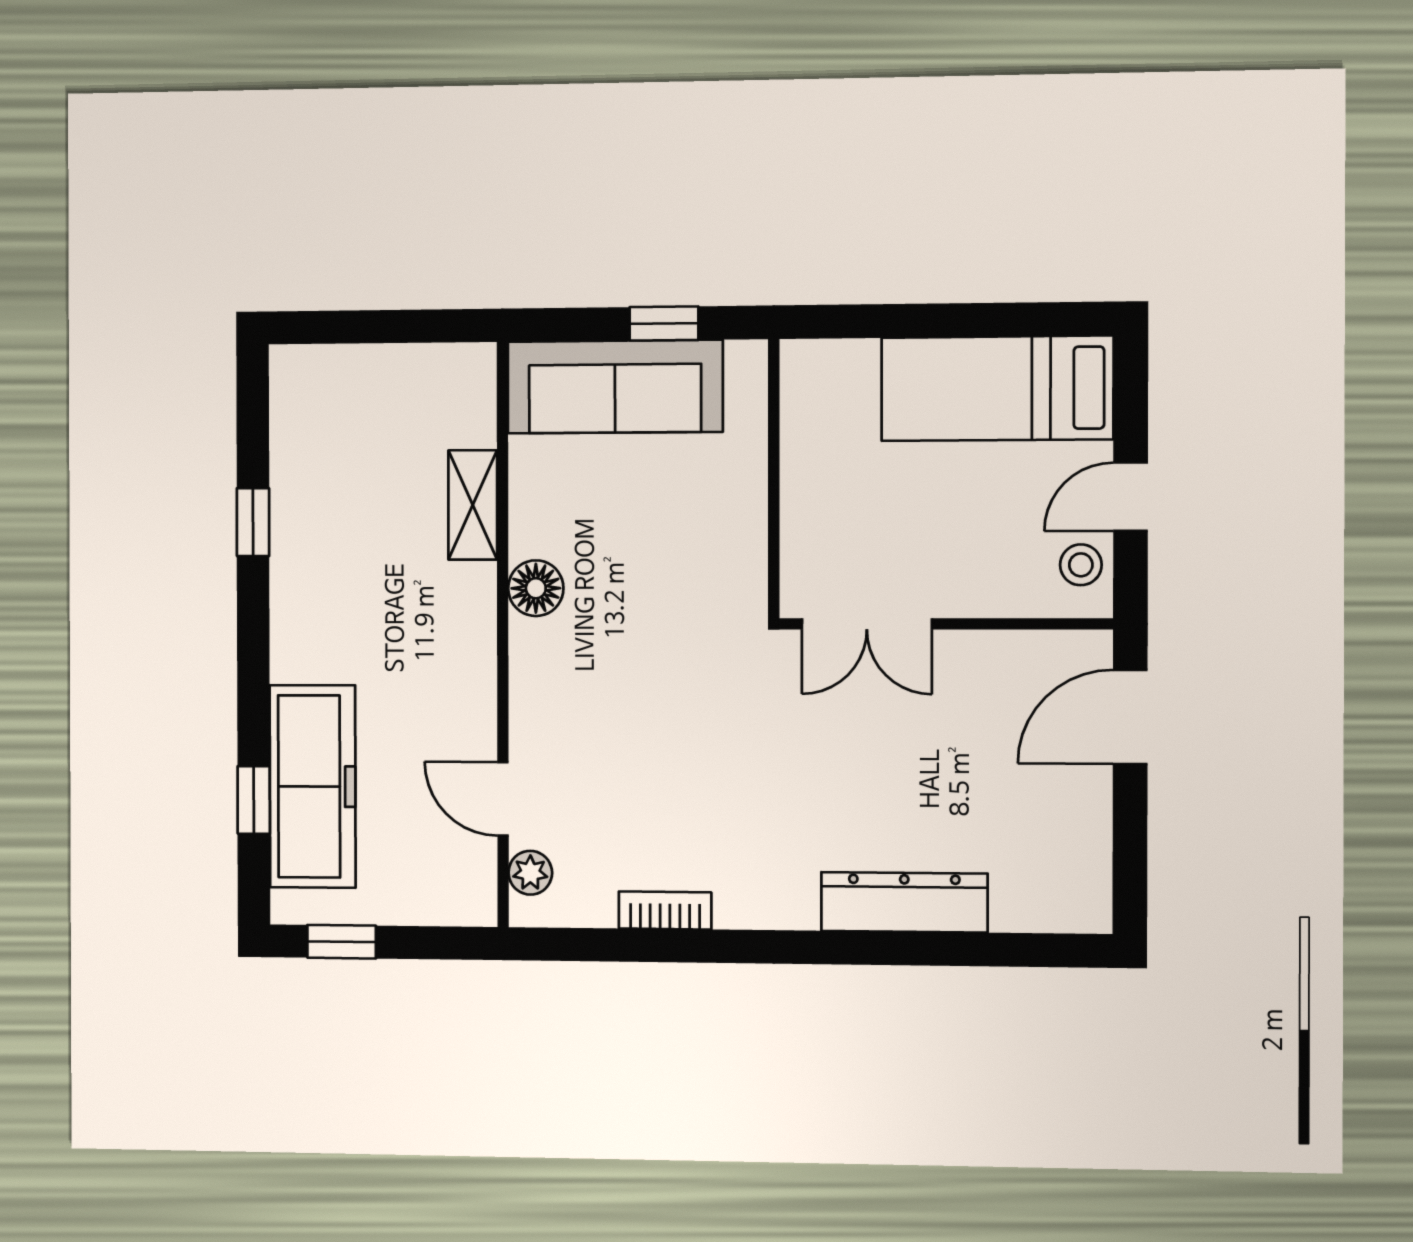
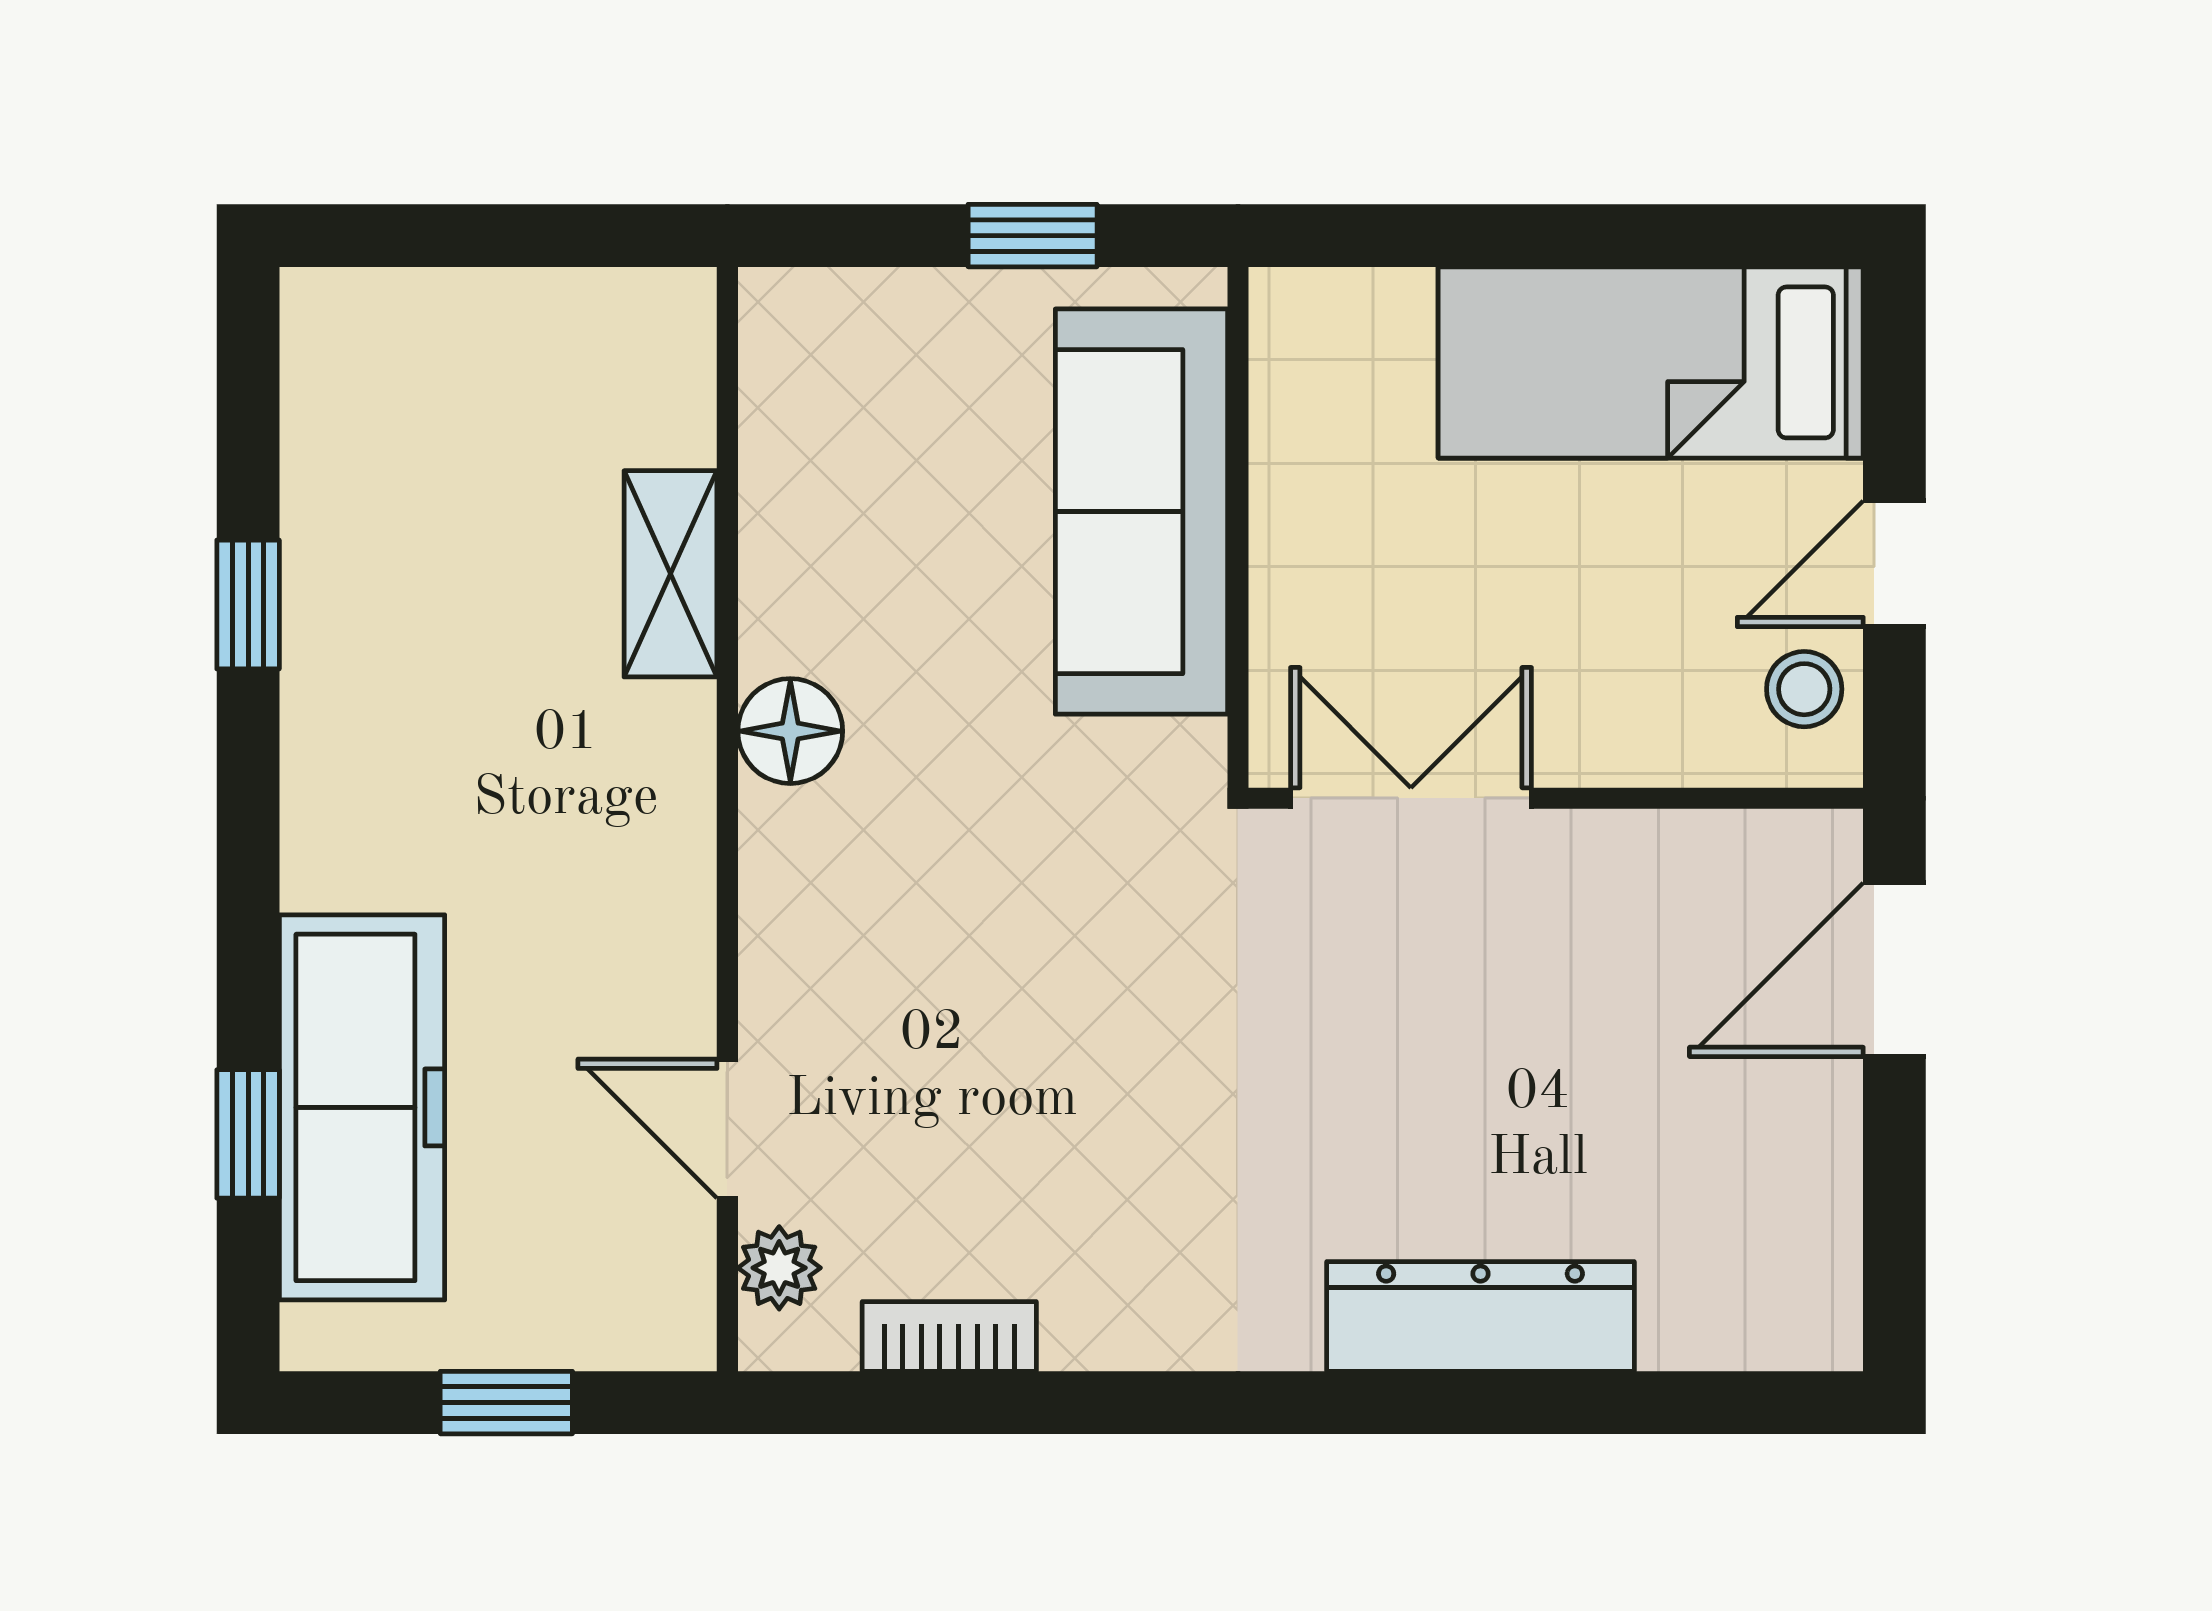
sofa: (615, 387) -> (1141, 512), moved, turned 90
double door: (867, 624) -> (1411, 798), swing flipped
bookcase: (665, 910) -> (949, 1336), moved
window: (342, 942) -> (506, 1403), moved

